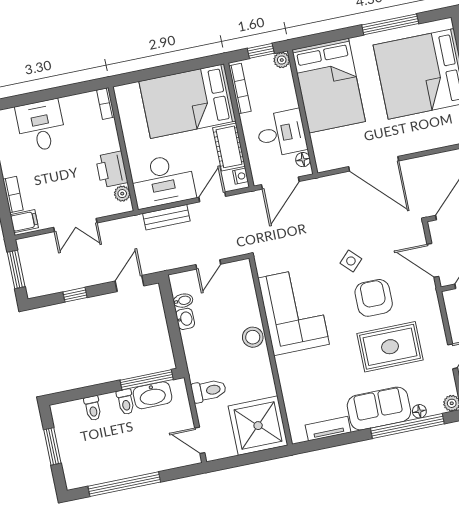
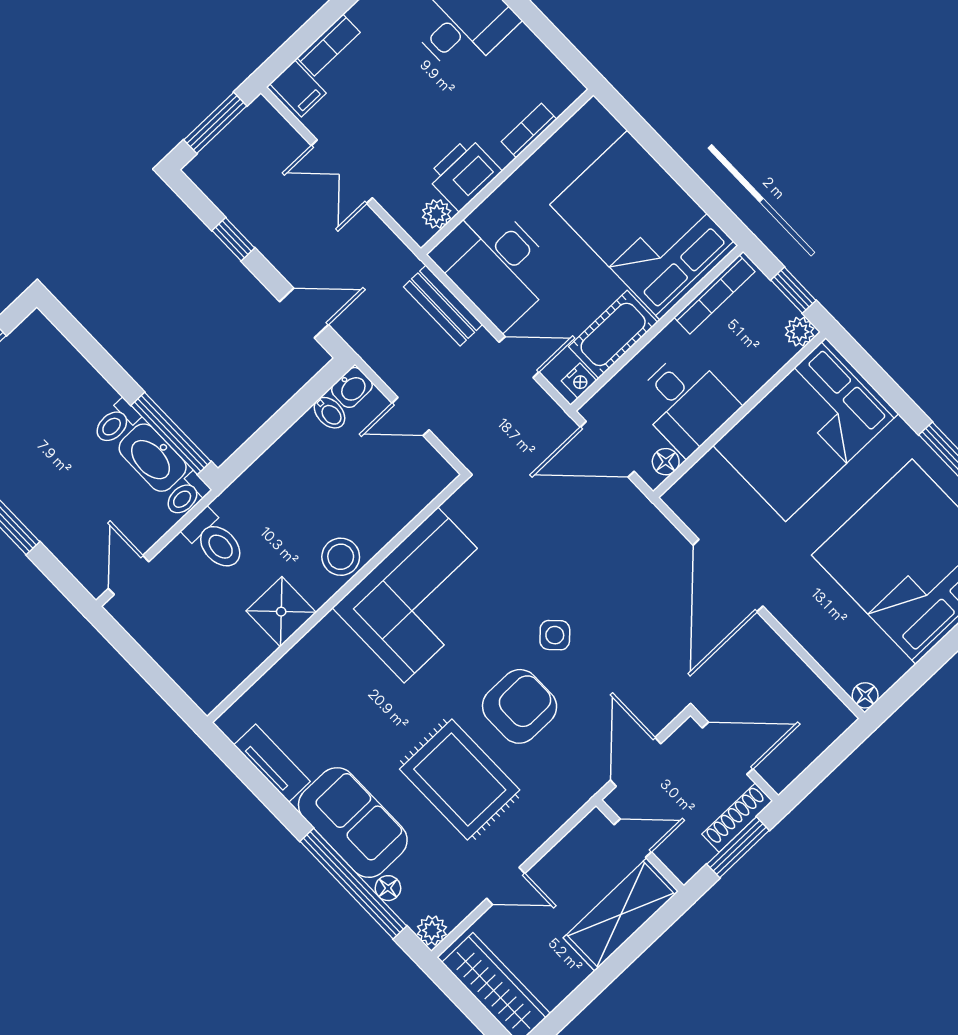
bookcase: (106, 104) -> (529, 130), moved
washbasin: (185, 319) -> (352, 387), moved
toilet: (93, 408) -> (187, 495), moved
shower: (258, 426) -> (281, 612), moved, width x0.54, depth x0.54

